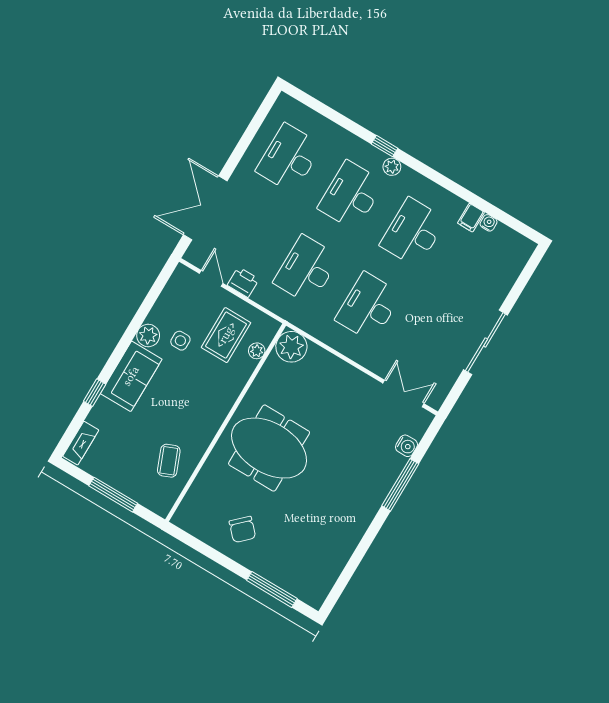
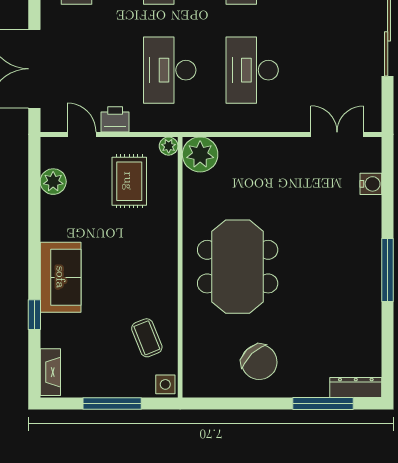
plant: (148, 335) -> (53, 182), moved
side table: (180, 341) -> (165, 384), moved
plant: (257, 351) -> (169, 146), moved
meeting table: (269, 448) -> (238, 267), turned 90
window: (400, 485) -> (388, 270), moved
chair: (242, 529) -> (259, 362), width x1.37, depth x1.37
dresser: (304, 592) -> (356, 387), added

